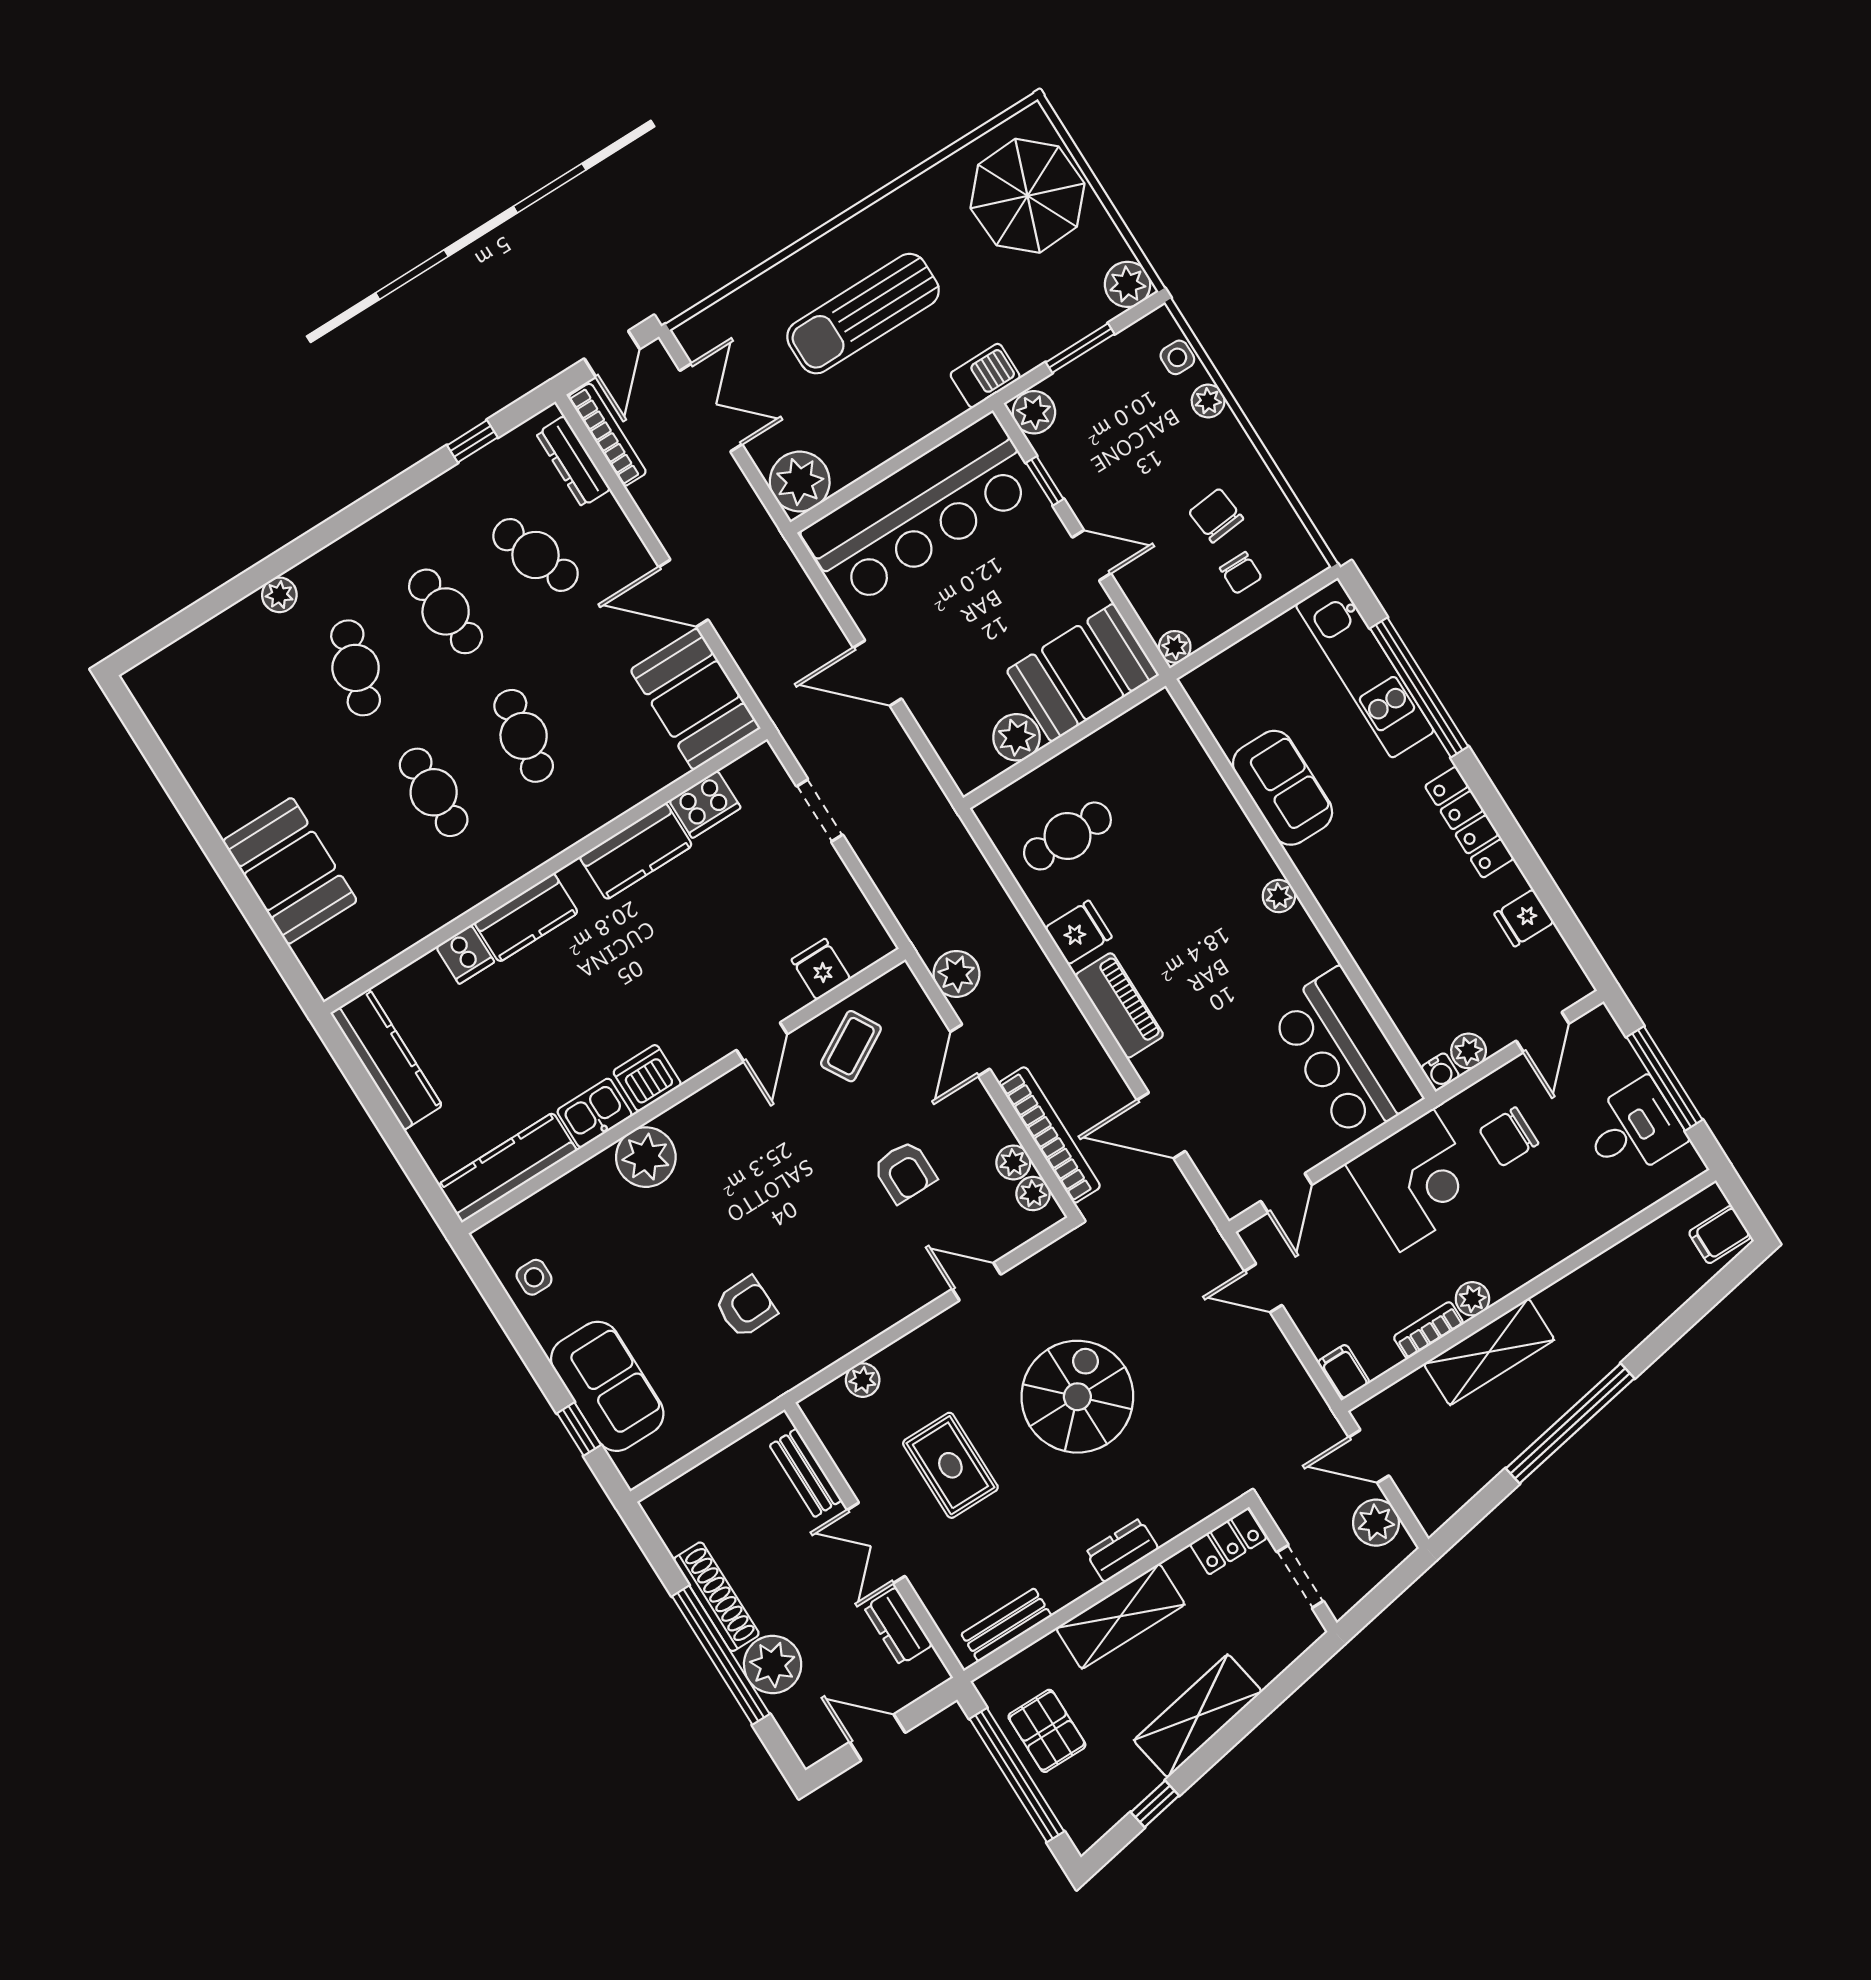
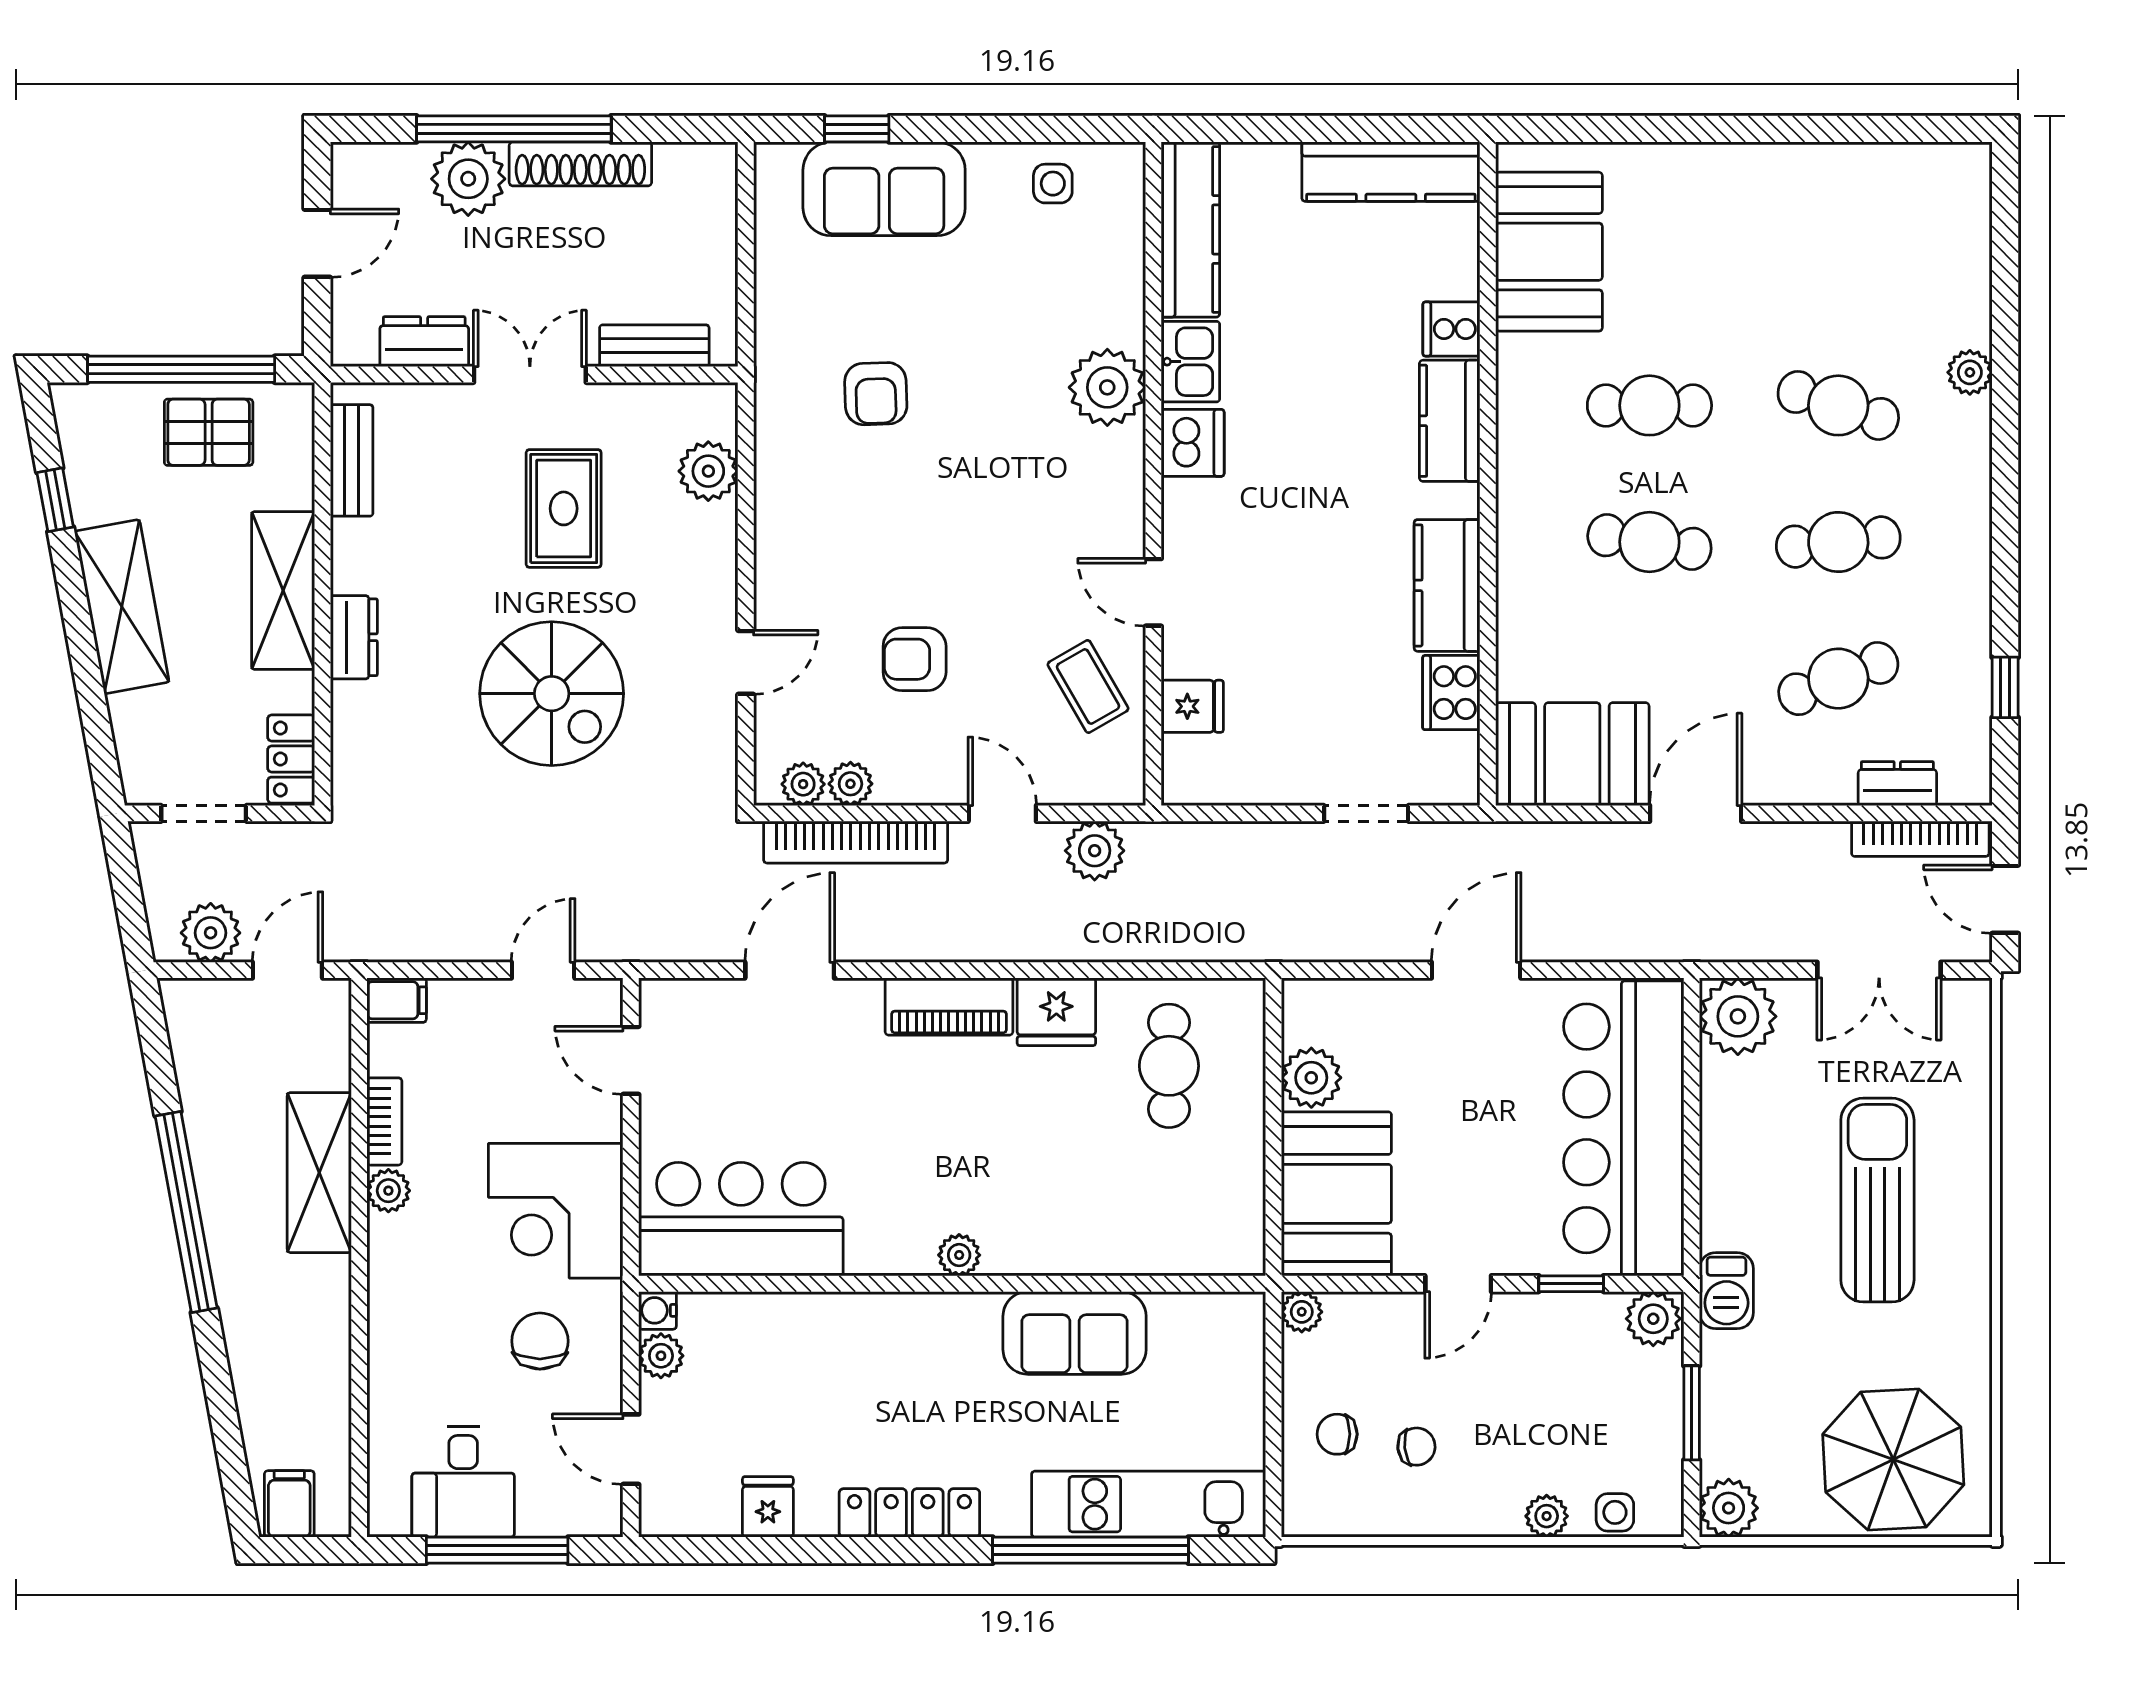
dresser: (573, 461) -> (1897, 784), width x0.70
chair: (1216, 515) -> (1416, 1447), width x0.73, depth x0.73
booth: (290, 871) -> (1549, 252), moved, turned 90
fridge: (1078, 933) -> (1056, 1012), width x1.38
plant: (863, 1380) -> (708, 471), width x1.38, depth x1.38
rug: (950, 1465) -> (564, 508), turned 90

